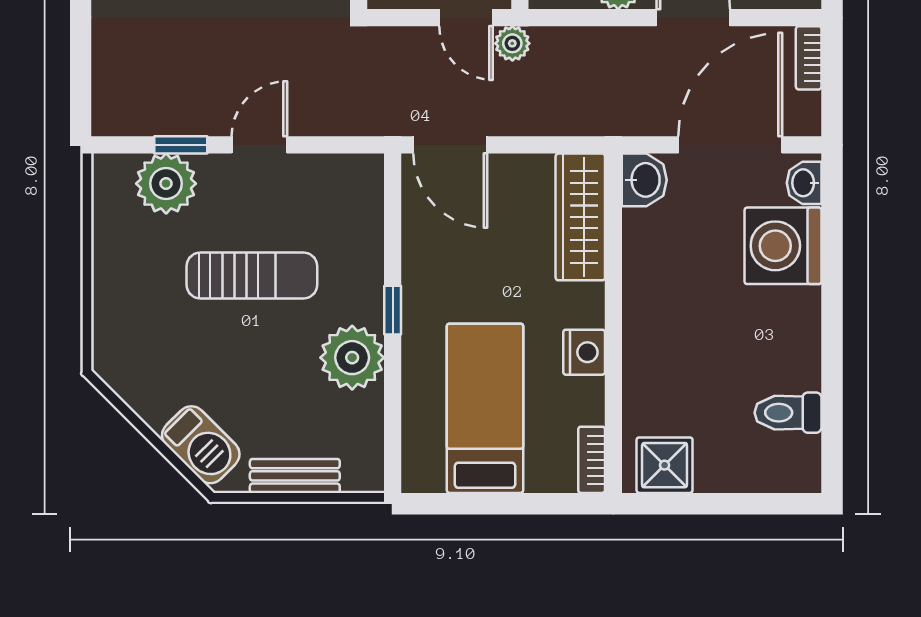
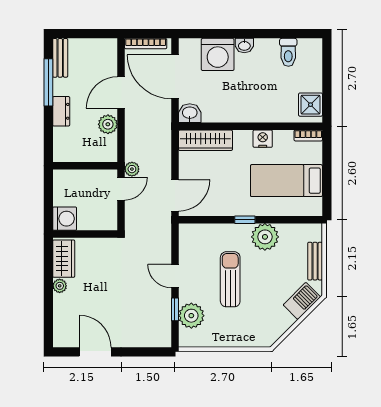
bookcase: (809, 58) -> (146, 44), width x1.56
washbasin: (804, 183) -> (244, 46), moved

